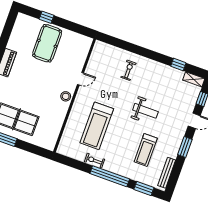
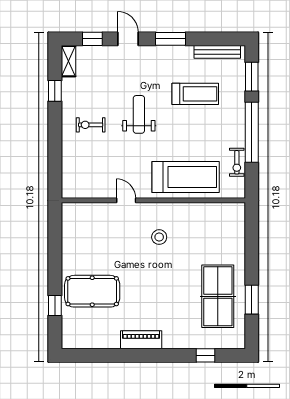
exercise bike: (128, 70) -> (91, 125), moved
door: (81, 79) -> (126, 200), moved
wall: (75, 96) -> (153, 200), moved

